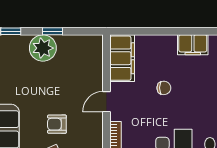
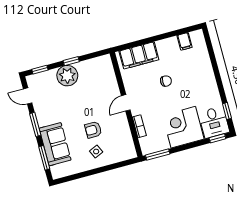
filing cabinet: (193, 45) -> (185, 41), width x0.50
filing cabinet: (122, 58) -> (139, 55), moved, turned 90

